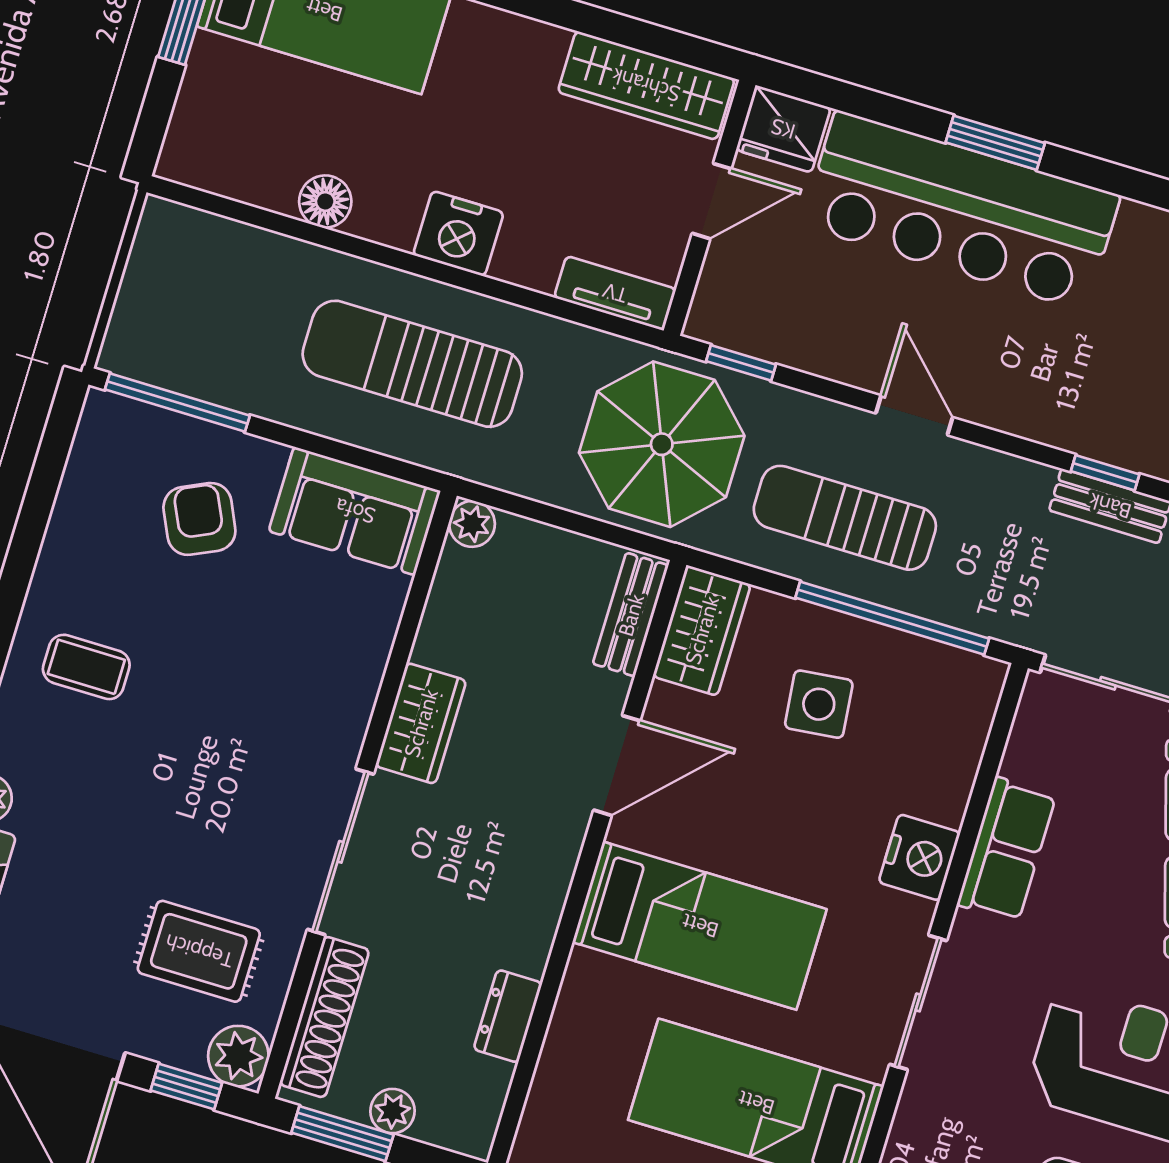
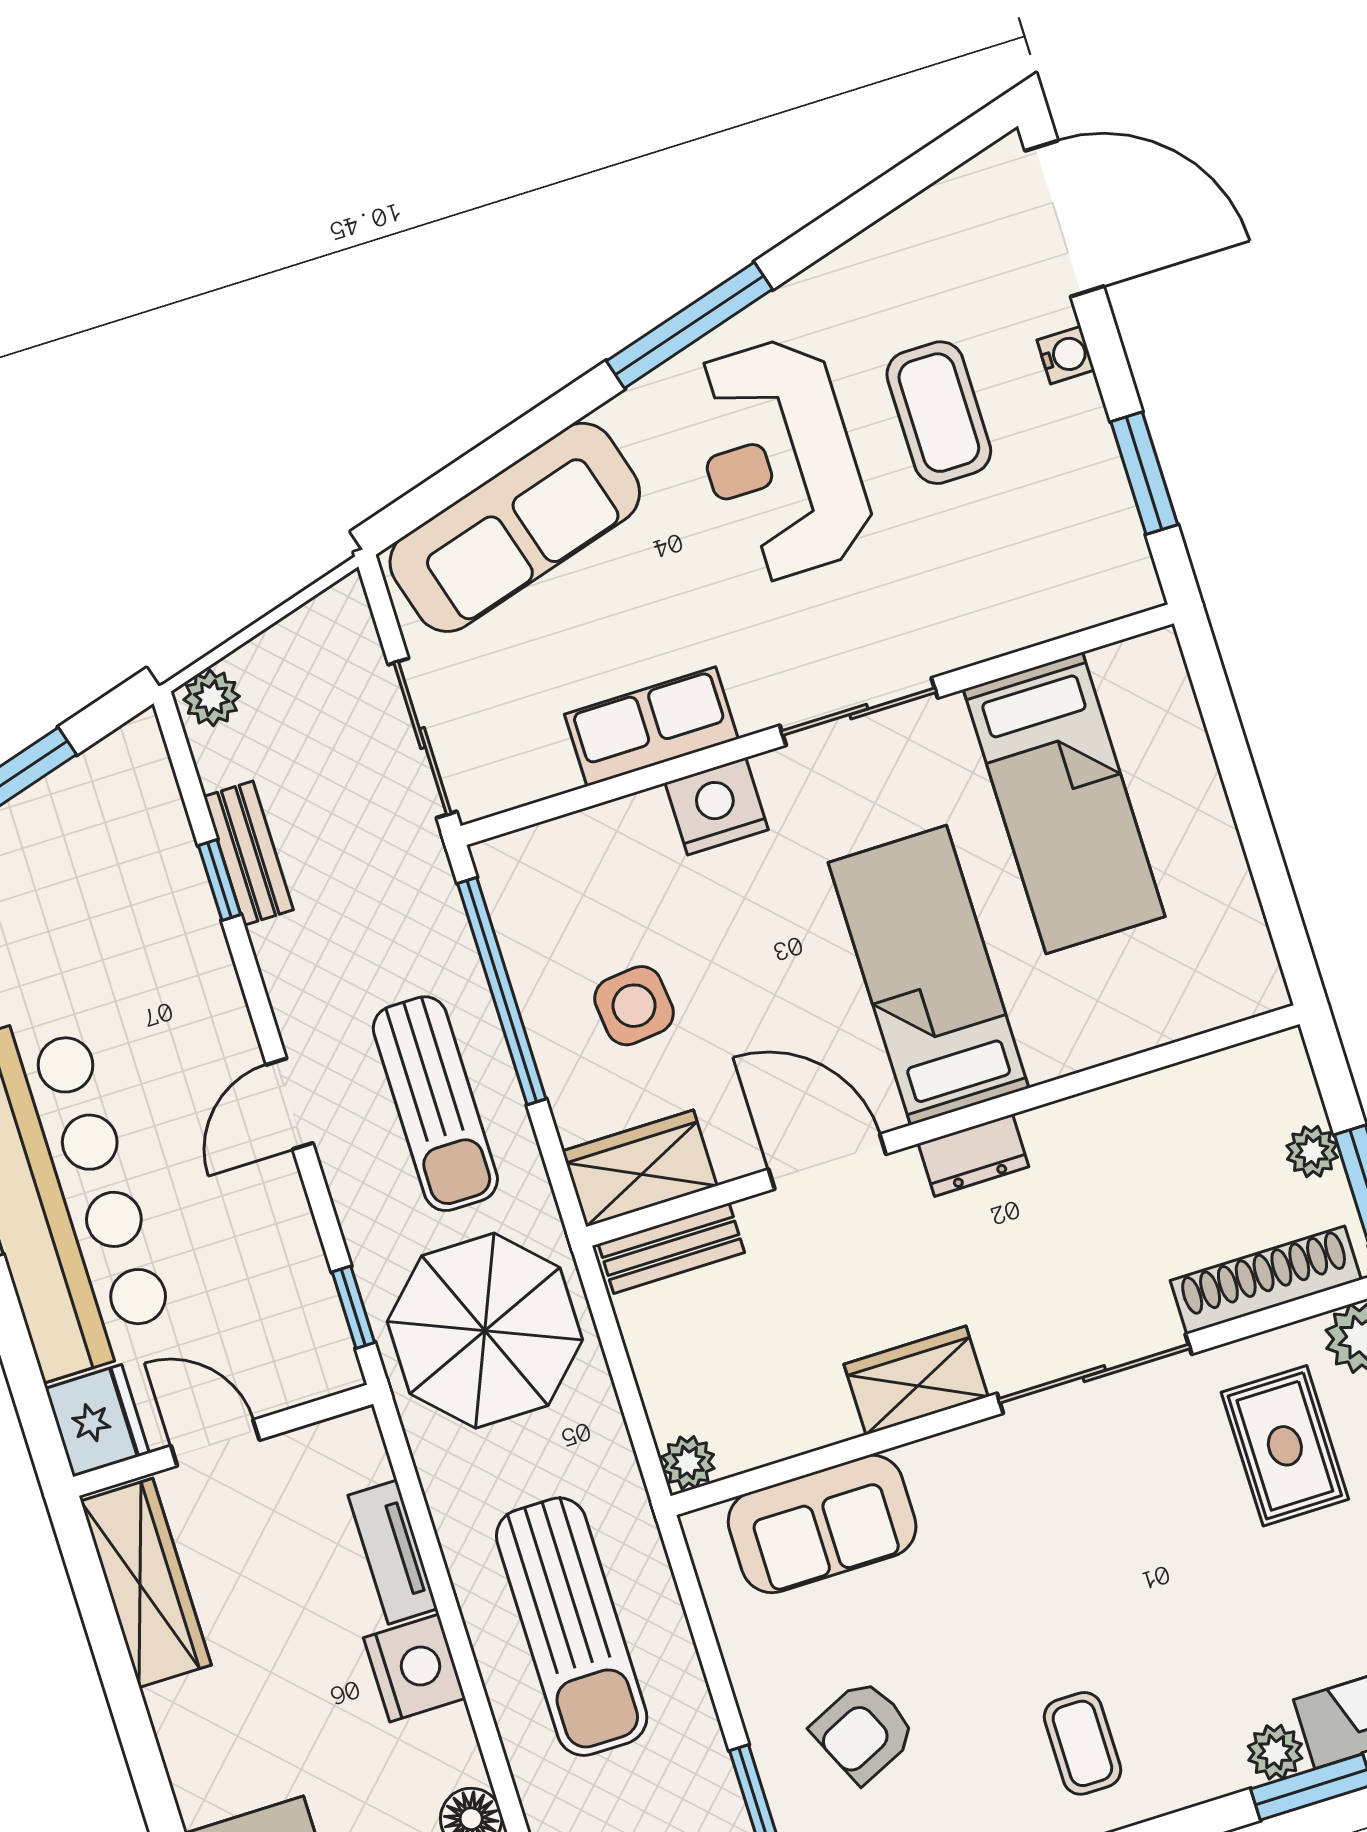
tv unit: (615, 293) -> (393, 1552), moved
sofa: (355, 511) -> (822, 1524), moved, turned 90
dresser: (508, 1016) -> (974, 1155), moved

